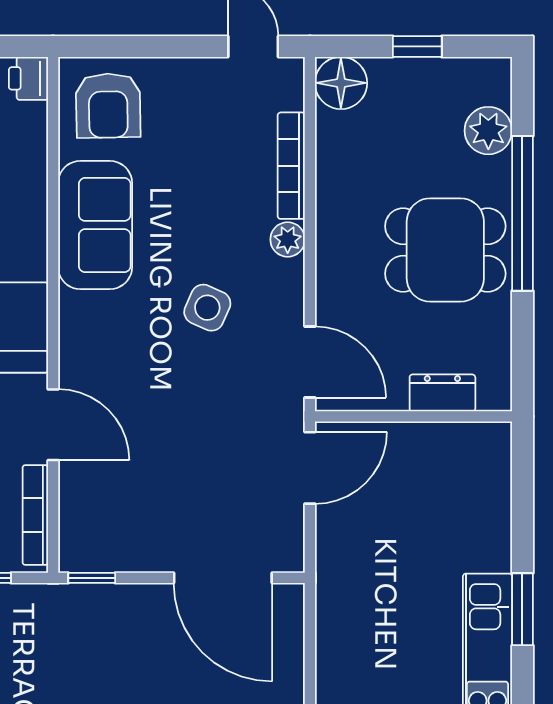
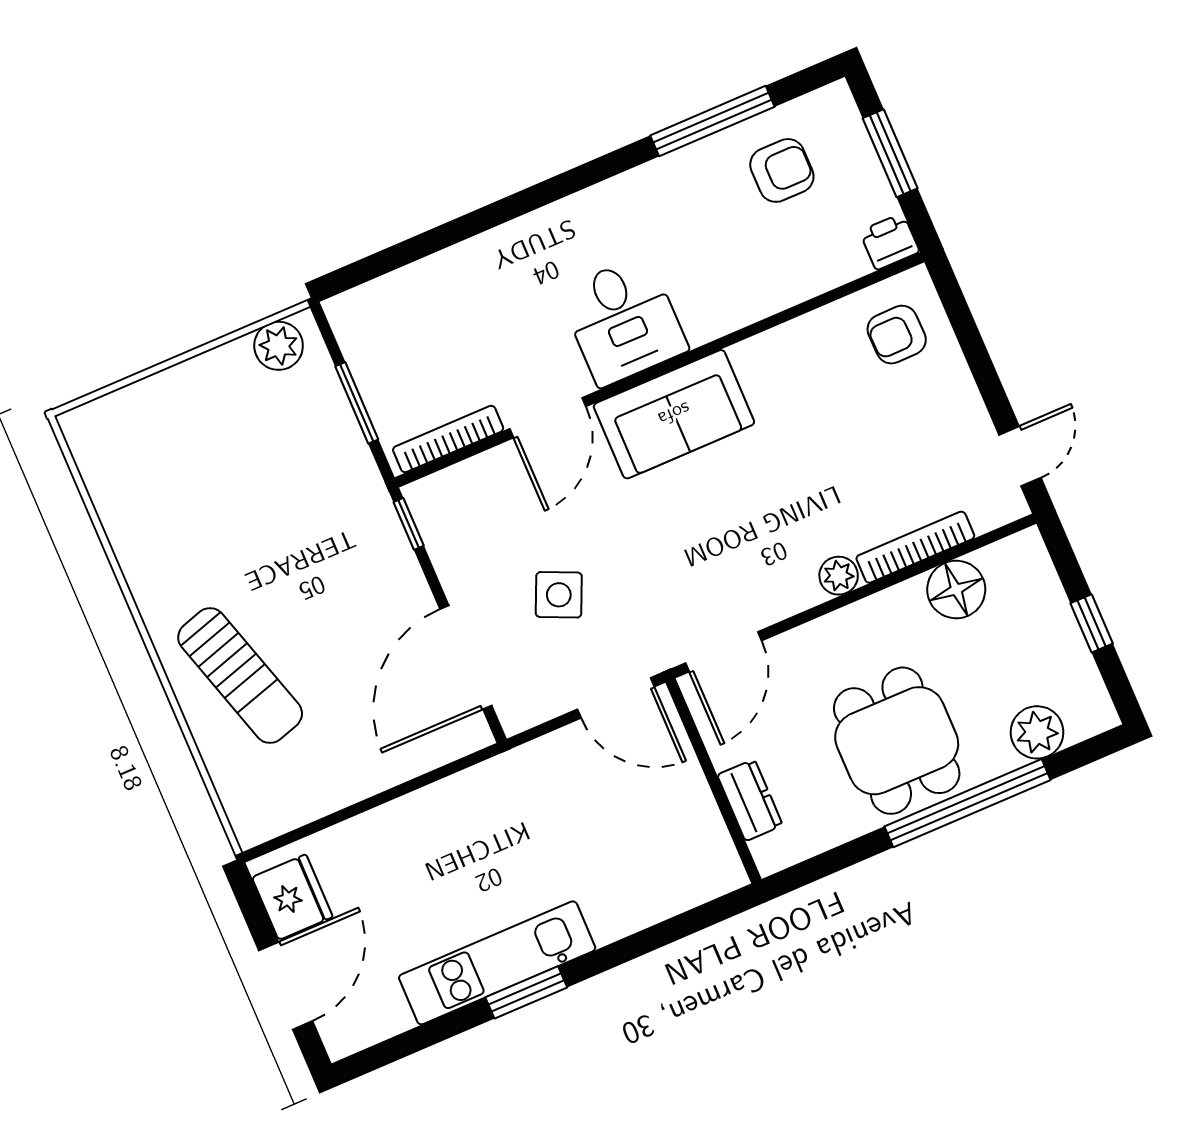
floor lamp: (341, 83) -> (956, 590), moved
armchair: (108, 106) -> (897, 335), width x0.72, depth x0.72
sofa: (95, 225) -> (674, 414), moved
side table: (207, 308) -> (559, 595), moved
window: (522, 609) -> (526, 992), moved

